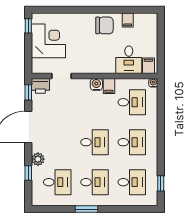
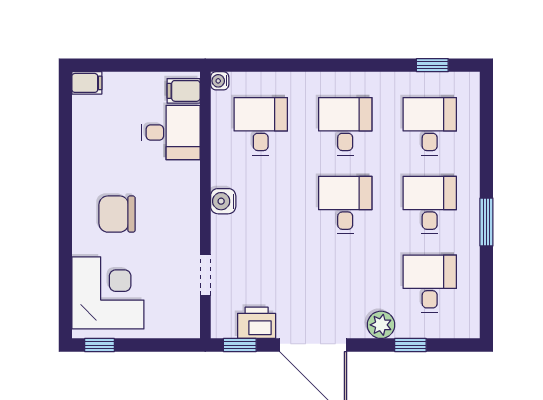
filing cabinet: (128, 20) -> (87, 83), moved
chair: (104, 25) -> (117, 214), moved, turned -90
corner desk: (48, 41) -> (108, 293), moved, turned 90
printer: (40, 86) -> (257, 323), moved, turned -90
filing cabinet: (109, 86) -> (226, 175), removed

